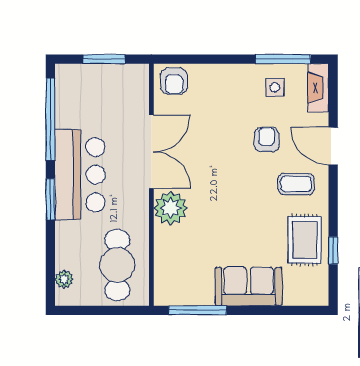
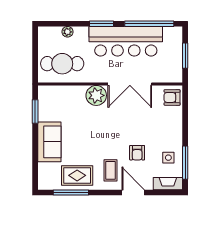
armchair: (267, 139) -> (137, 153), turned 90
door: (333, 146) -> (133, 192), hinge flipped
bar counter: (80, 175) -> (126, 41), width x1.36
window: (333, 251) -> (71, 192), width x2.17
plant: (64, 279) -> (67, 32), moved
window: (198, 310) -> (35, 112), width x0.69

